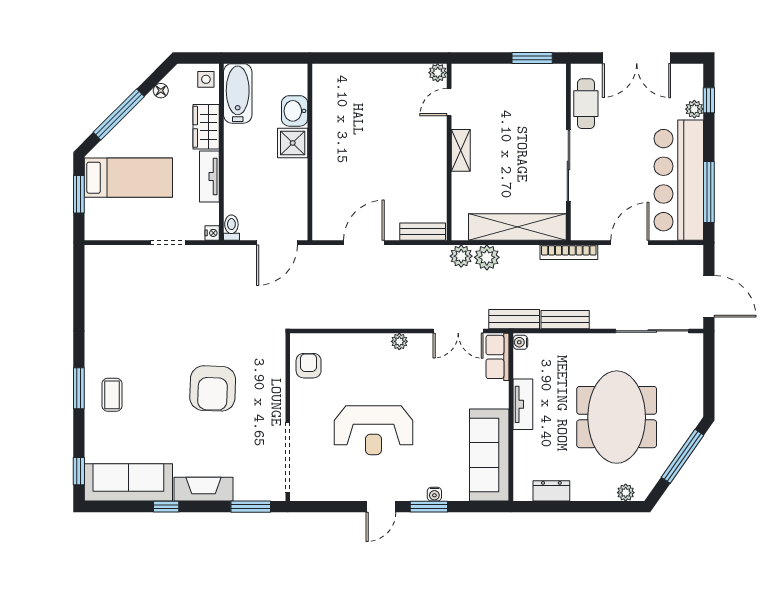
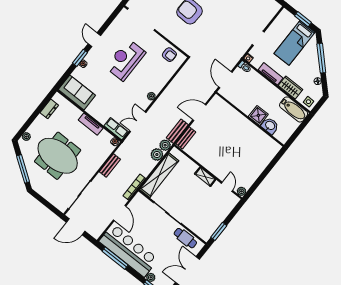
door: (364, 243) -> (199, 112), swing flipped
bench: (514, 319) -> (177, 131), moved
sofa: (489, 455) -> (77, 92), width x0.73

